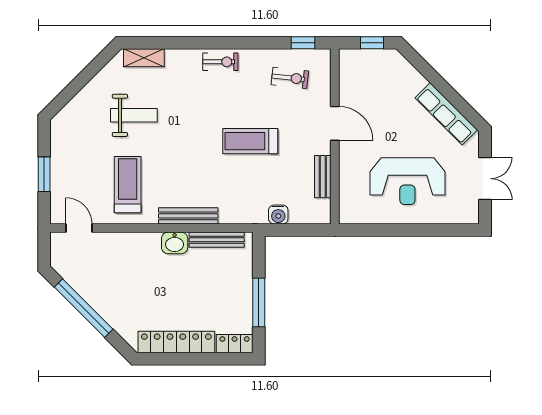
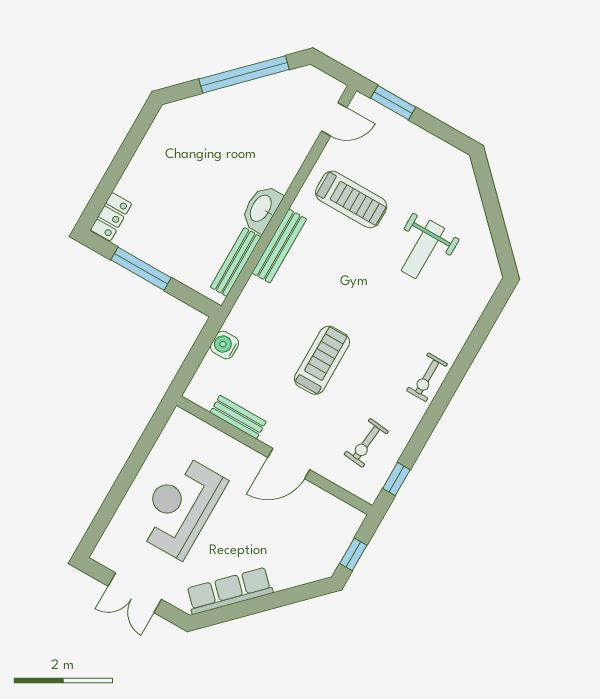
shelving: (144, 58) -> (479, 296), removed
window: (44, 174) -> (393, 103), moved
washbasin: (175, 243) -> (261, 209), width x1.38
locker: (176, 342) -> (149, 154), removed

